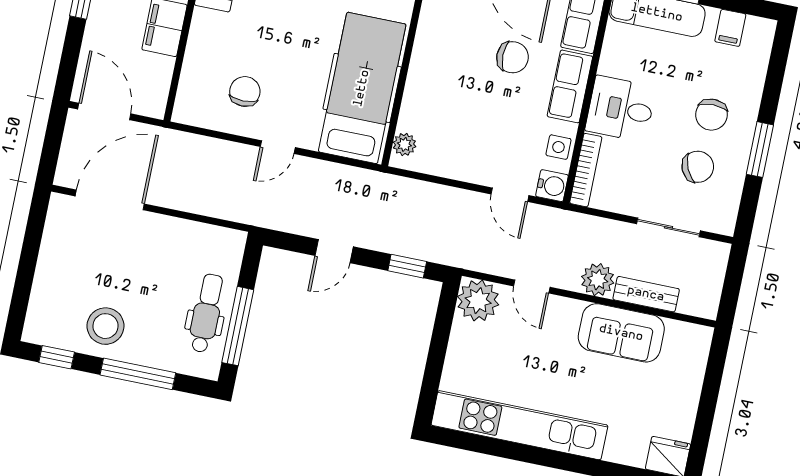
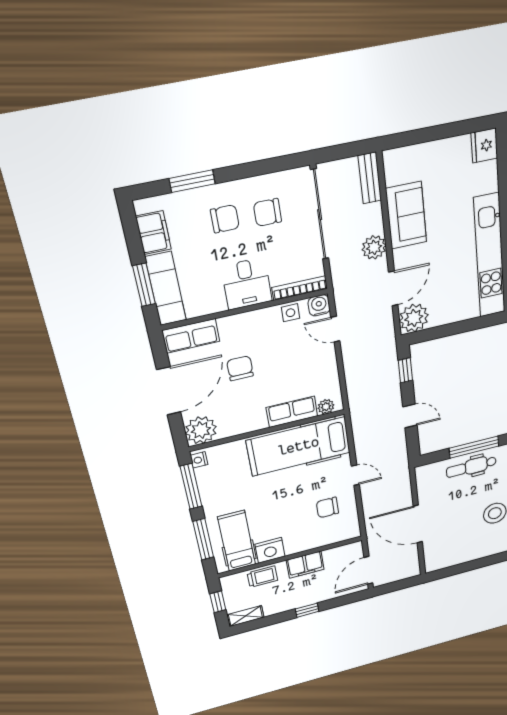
filing cabinet: (730, 28) -> (153, 233), width x2.00
row of seats: (570, 86) -> (292, 412), moved, turned 180
window: (760, 150) -> (192, 181), moved
chair: (698, 167) -> (267, 212), turned -66
door: (510, 195) -> (335, 329), swing flipped
door: (110, 200) -> (418, 524), moved
sliding door: (668, 227) -> (320, 215), width x1.86
door: (532, 287) -> (393, 288), width x1.38
bench: (646, 294) -> (370, 178), moved

